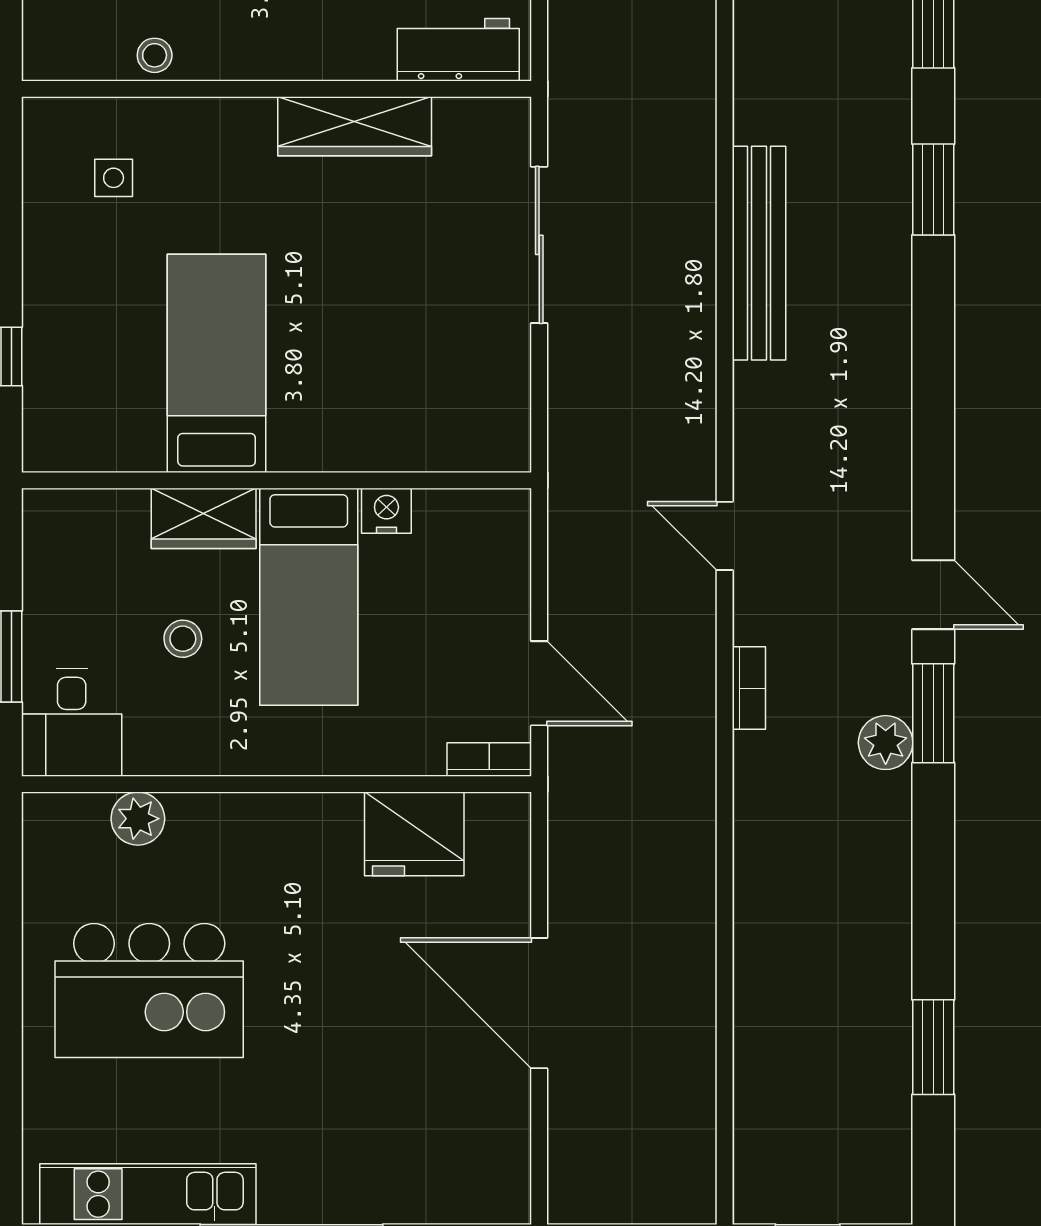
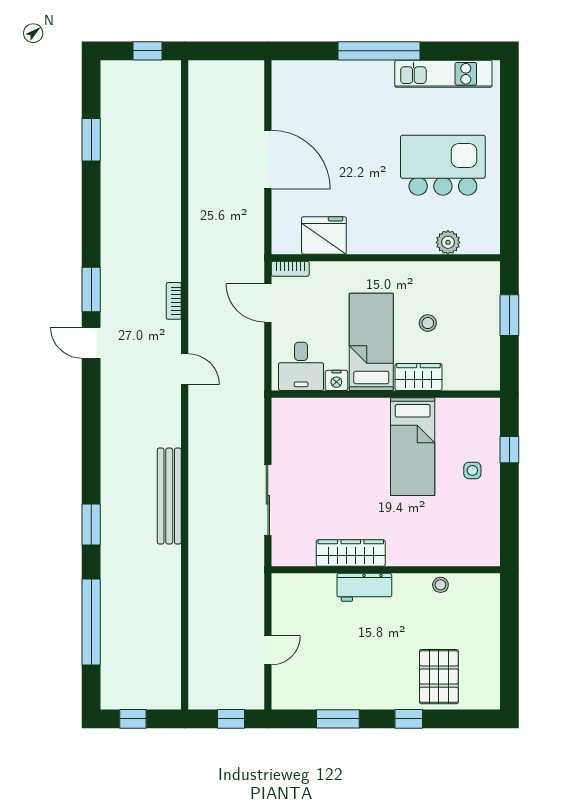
workbench: (458, 50) -> (364, 587), moved
side table: (114, 178) -> (472, 470), moved
desk: (72, 723) -> (301, 366), moved, turned 180
plant: (886, 743) -> (112, 276), removed

